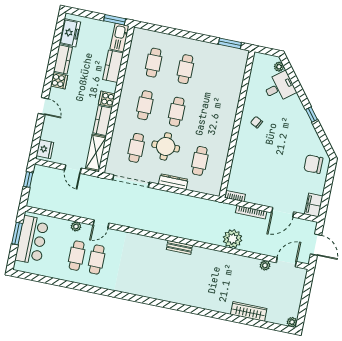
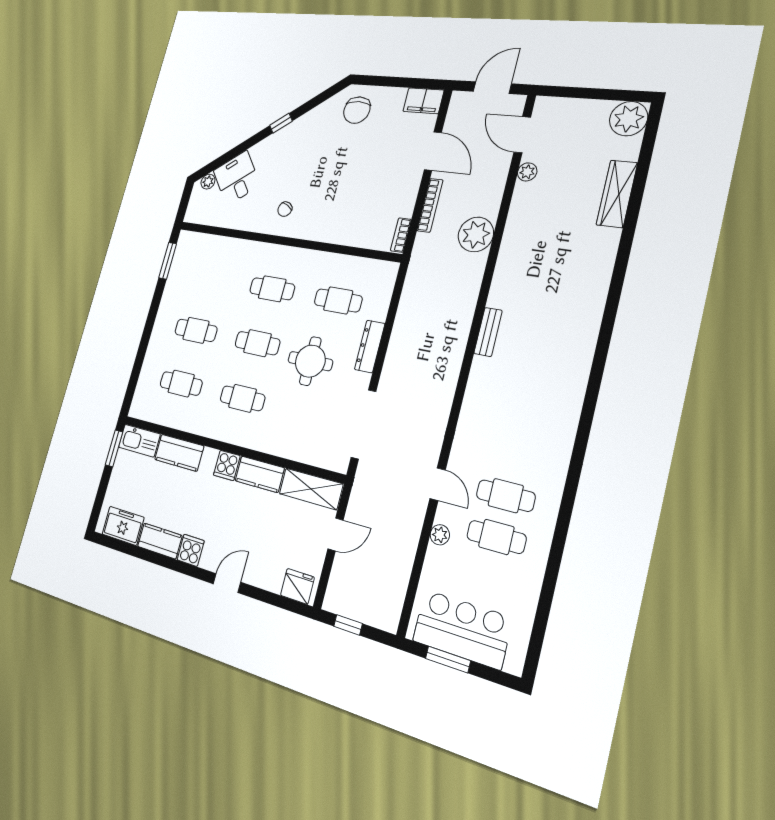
cafe table: (136, 148) -> (272, 289), moved
plant: (292, 322) -> (629, 119), width x1.87, depth x1.87

